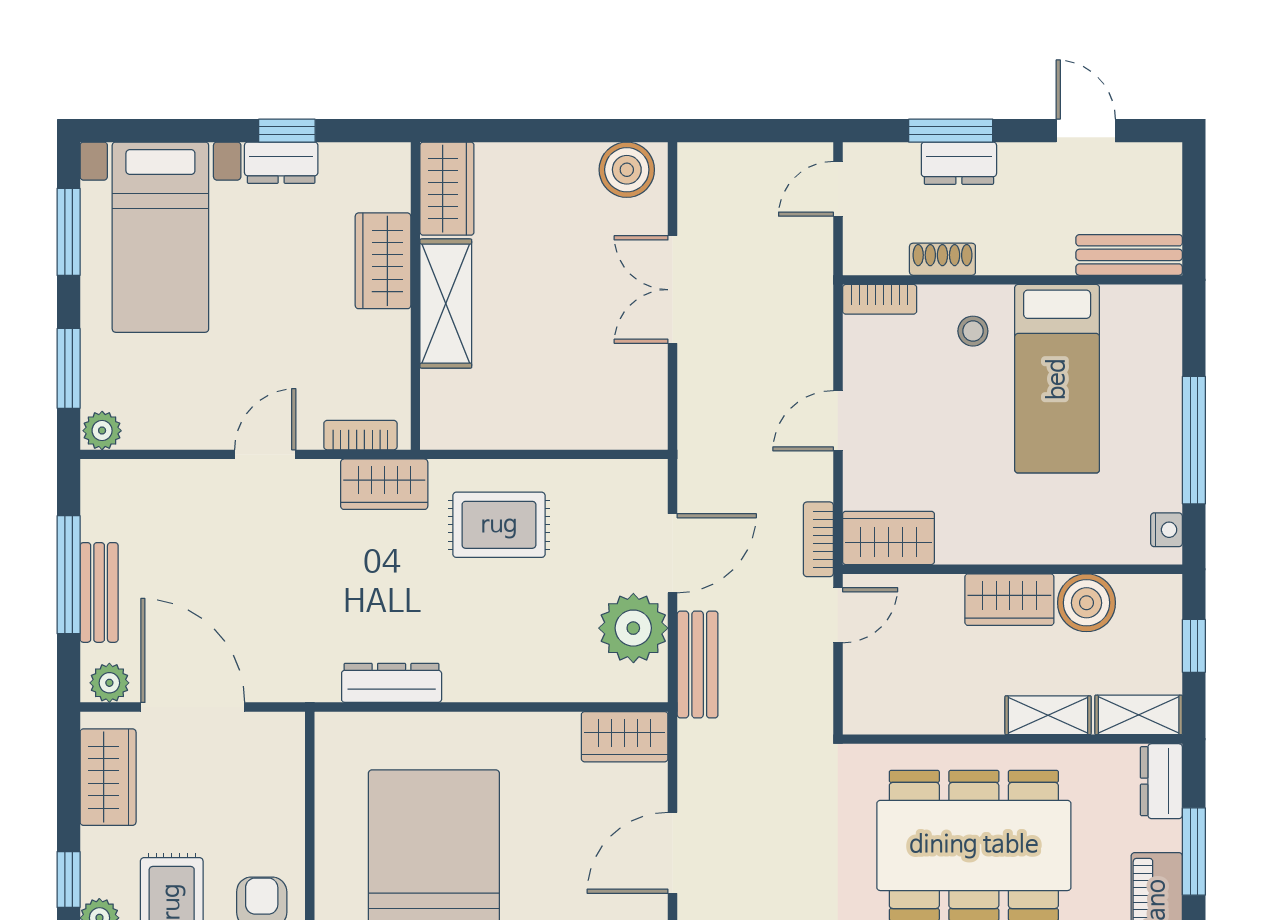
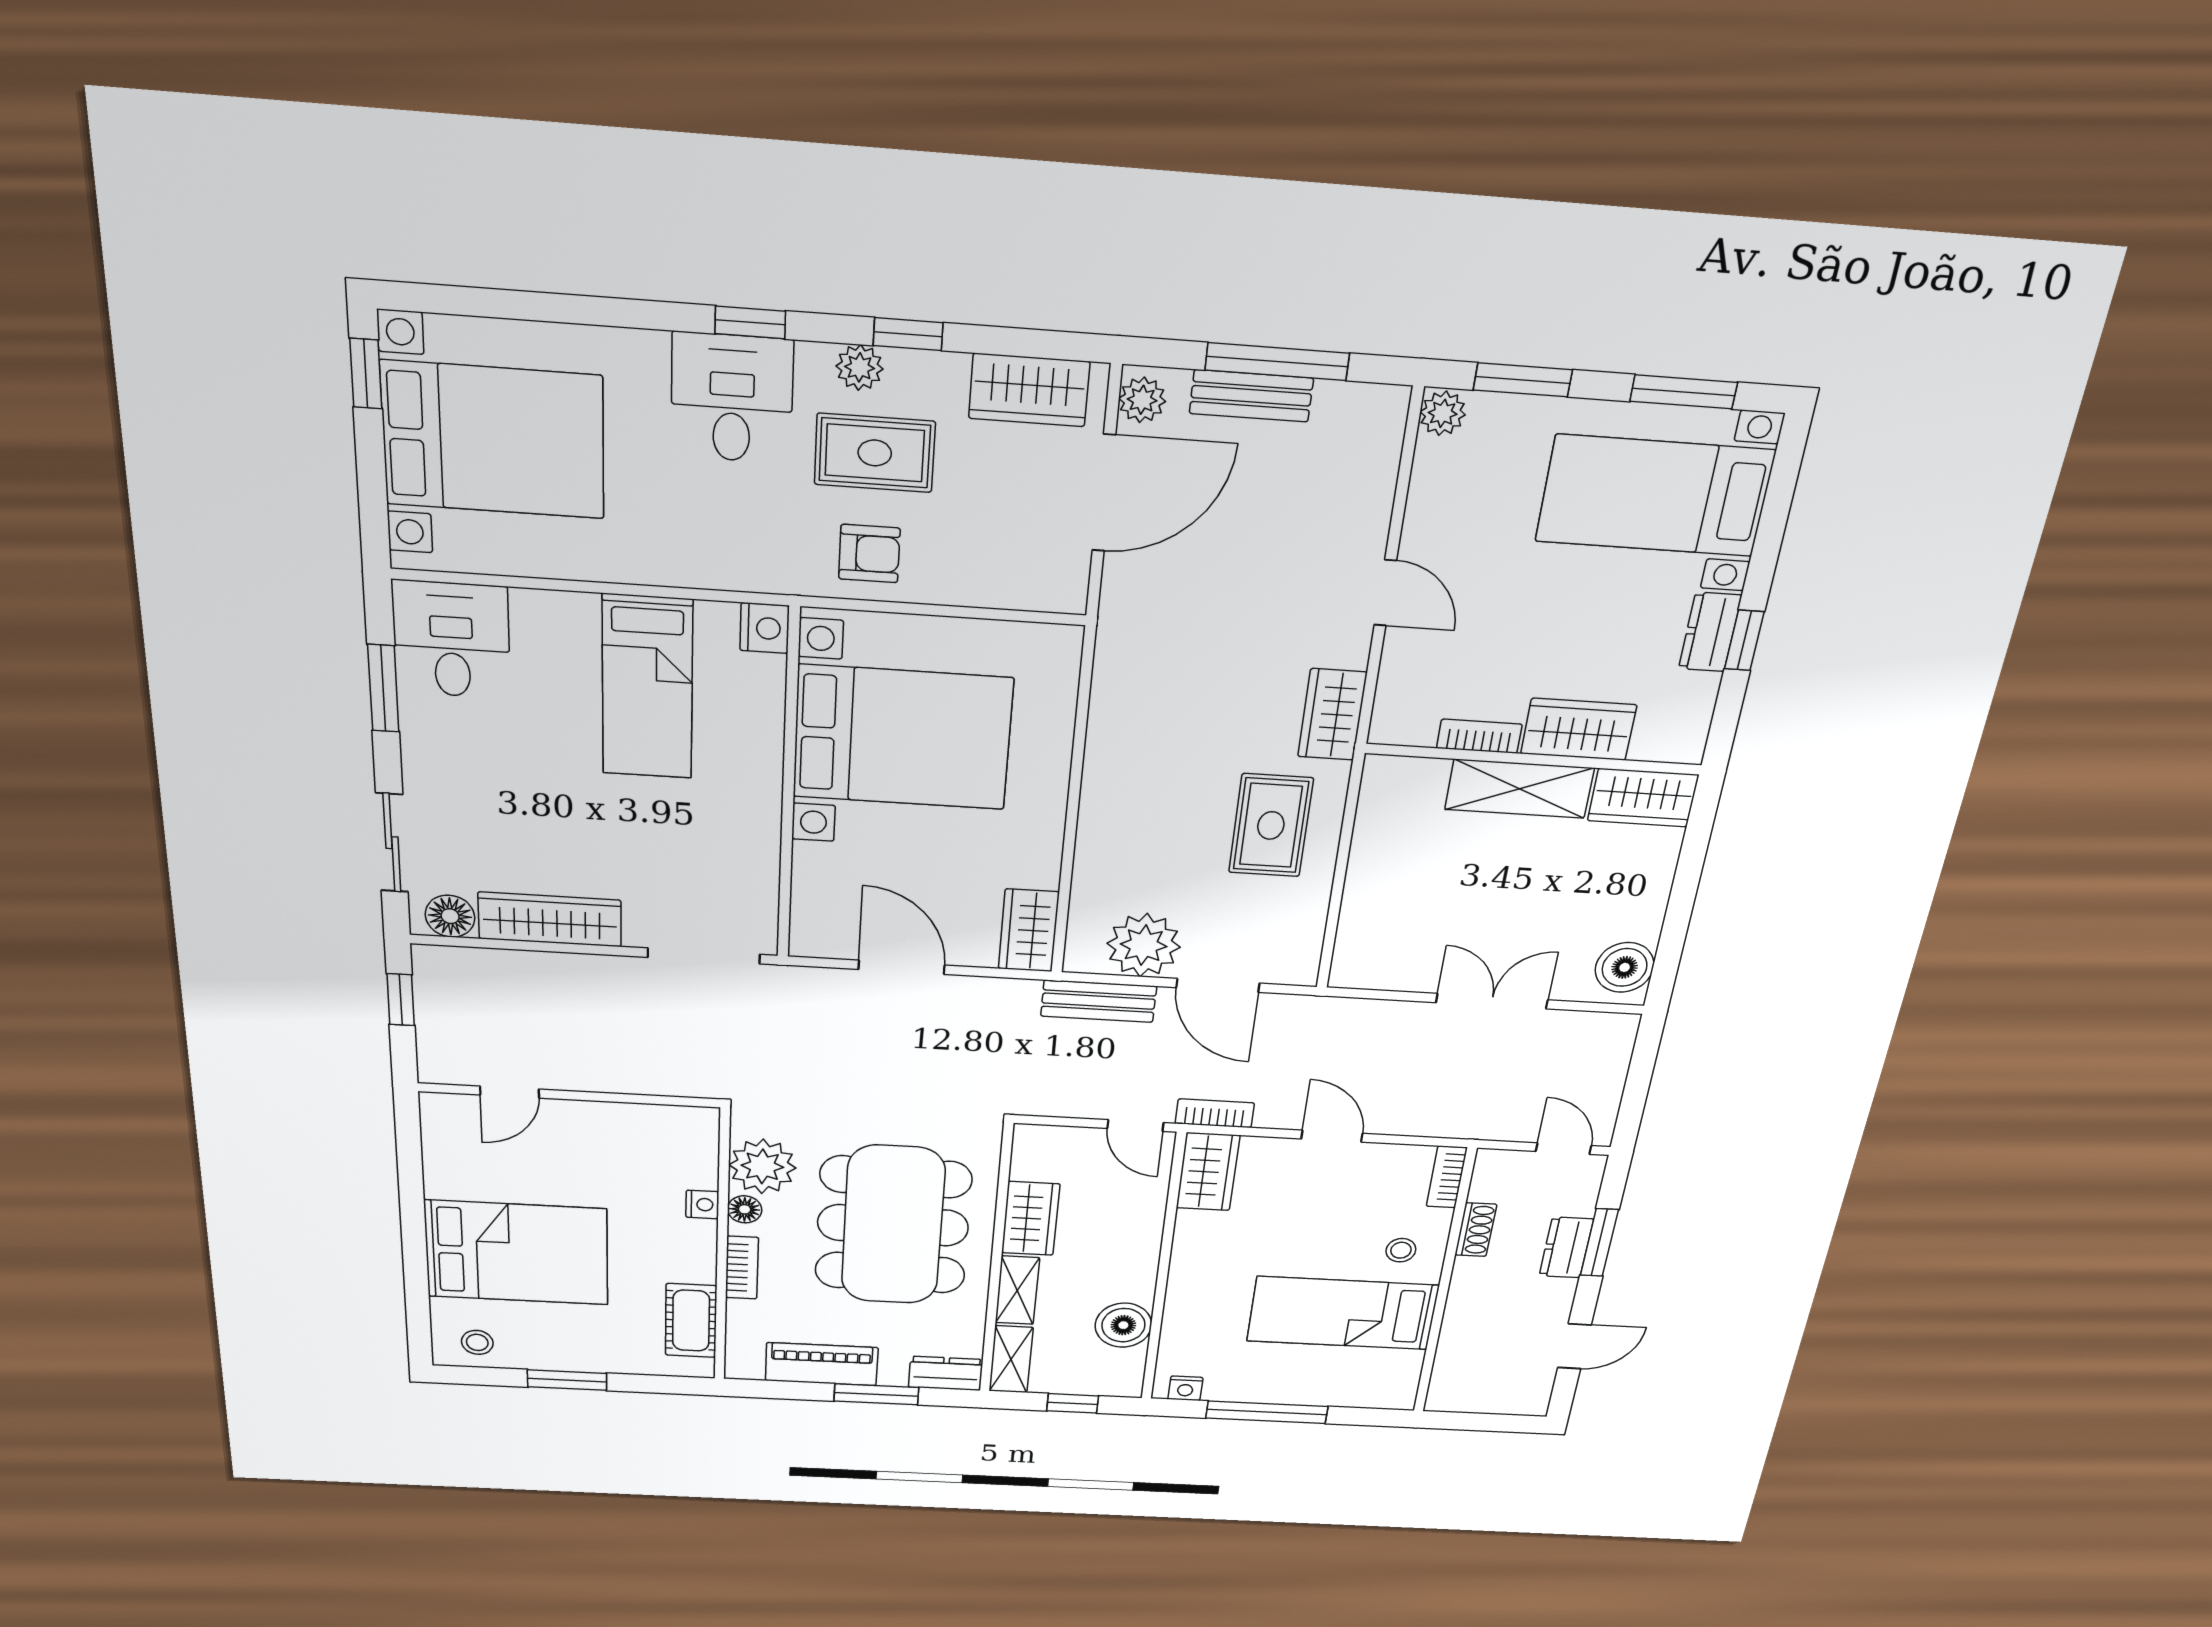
bench: (1129, 255) -> (1450, 1373), removed
bookcase: (360, 435) -> (1479, 736), moved, turned -90
wardrobe: (1009, 600) -> (1031, 1218), moved, turned 180
dresser: (392, 683) -> (1110, 708), removed

